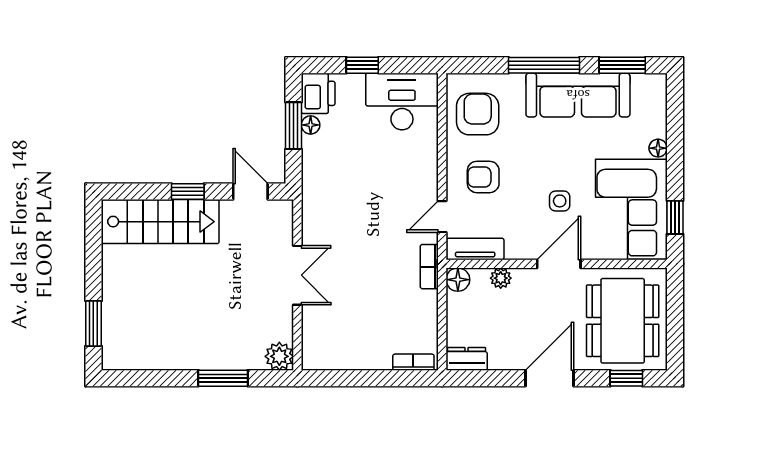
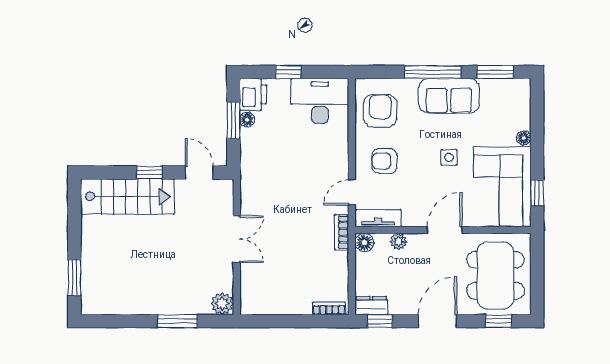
sofa: (578, 95) -> (449, 96), width x0.73
side table: (560, 201) -> (449, 157), moved
window: (478, 378) -> (380, 321), added

